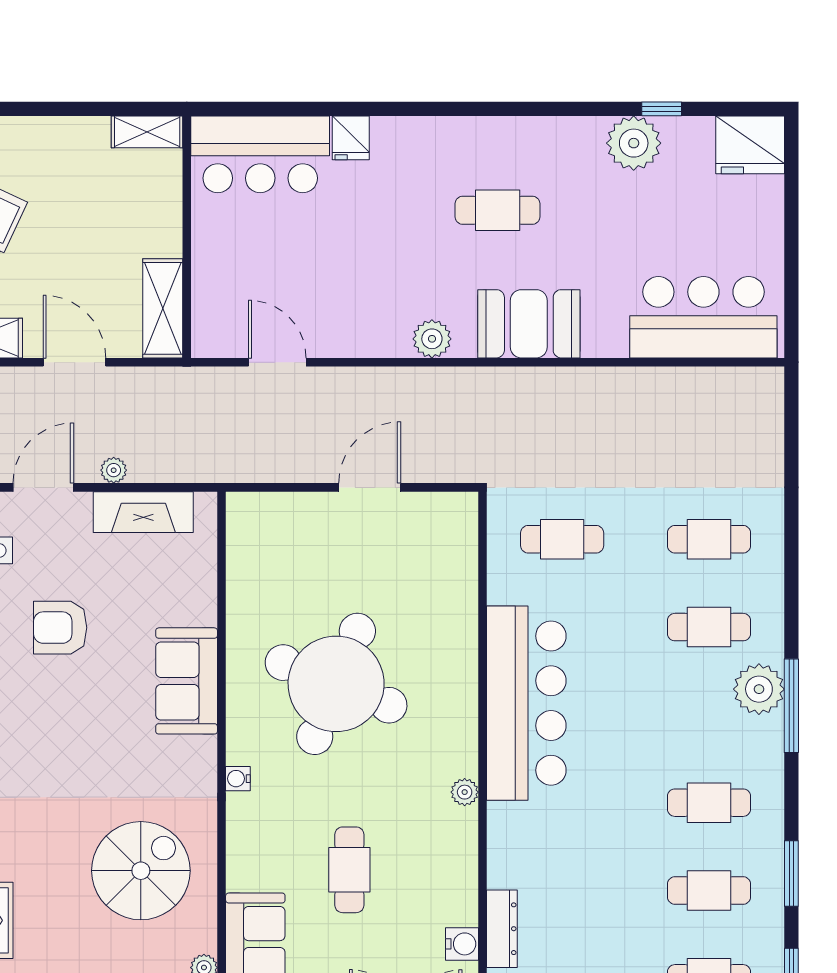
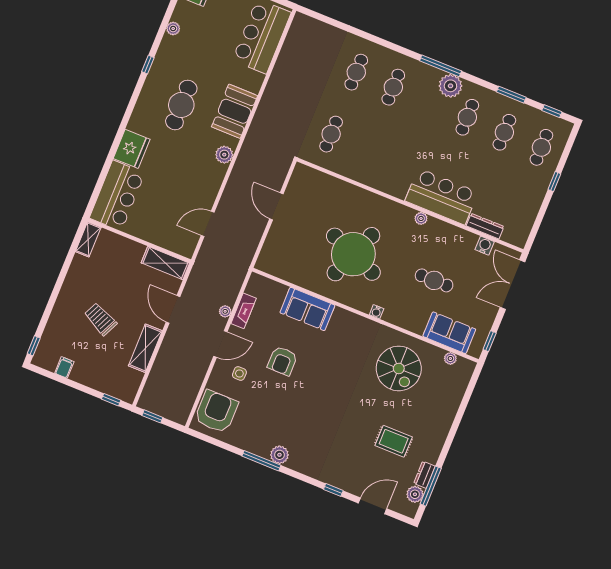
window: (662, 109) -> (148, 65), moved
fridge: (351, 138) -> (132, 149), width x1.88, depth x1.34
plant: (634, 143) -> (173, 29), width x0.53, depth x0.53
cafe table: (498, 210) -> (181, 105), width x1.37, depth x1.35
door: (74, 362) -> (173, 309), hinge flipped
door: (43, 487) -> (220, 344), swing flipped
fireplace: (143, 512) -> (244, 311), width x0.73, depth x0.76
sofa: (187, 681) -> (307, 309), moved
plant: (759, 689) -> (450, 86), moved
bar counter: (526, 703) -> (442, 196), moved, width x0.73
spiral stairs: (141, 871) -> (399, 368), turned 180

